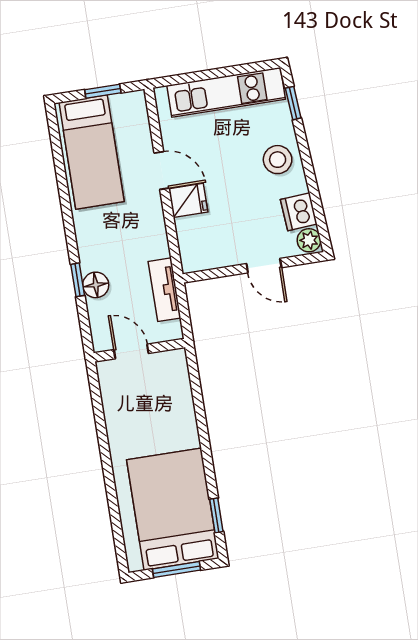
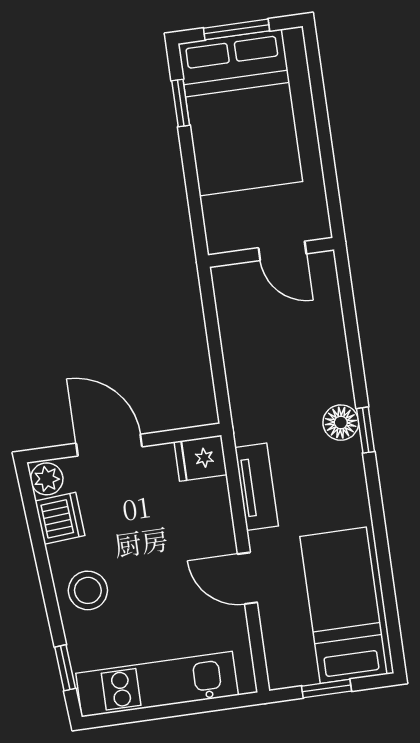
fridge: (188, 200) -> (201, 458), moved
door: (264, 266) -> (109, 445), width x1.37
tv unit: (165, 290) -> (257, 487), moved
wall: (139, 350) -> (271, 252), moved
door: (131, 351) -> (282, 251), moved

